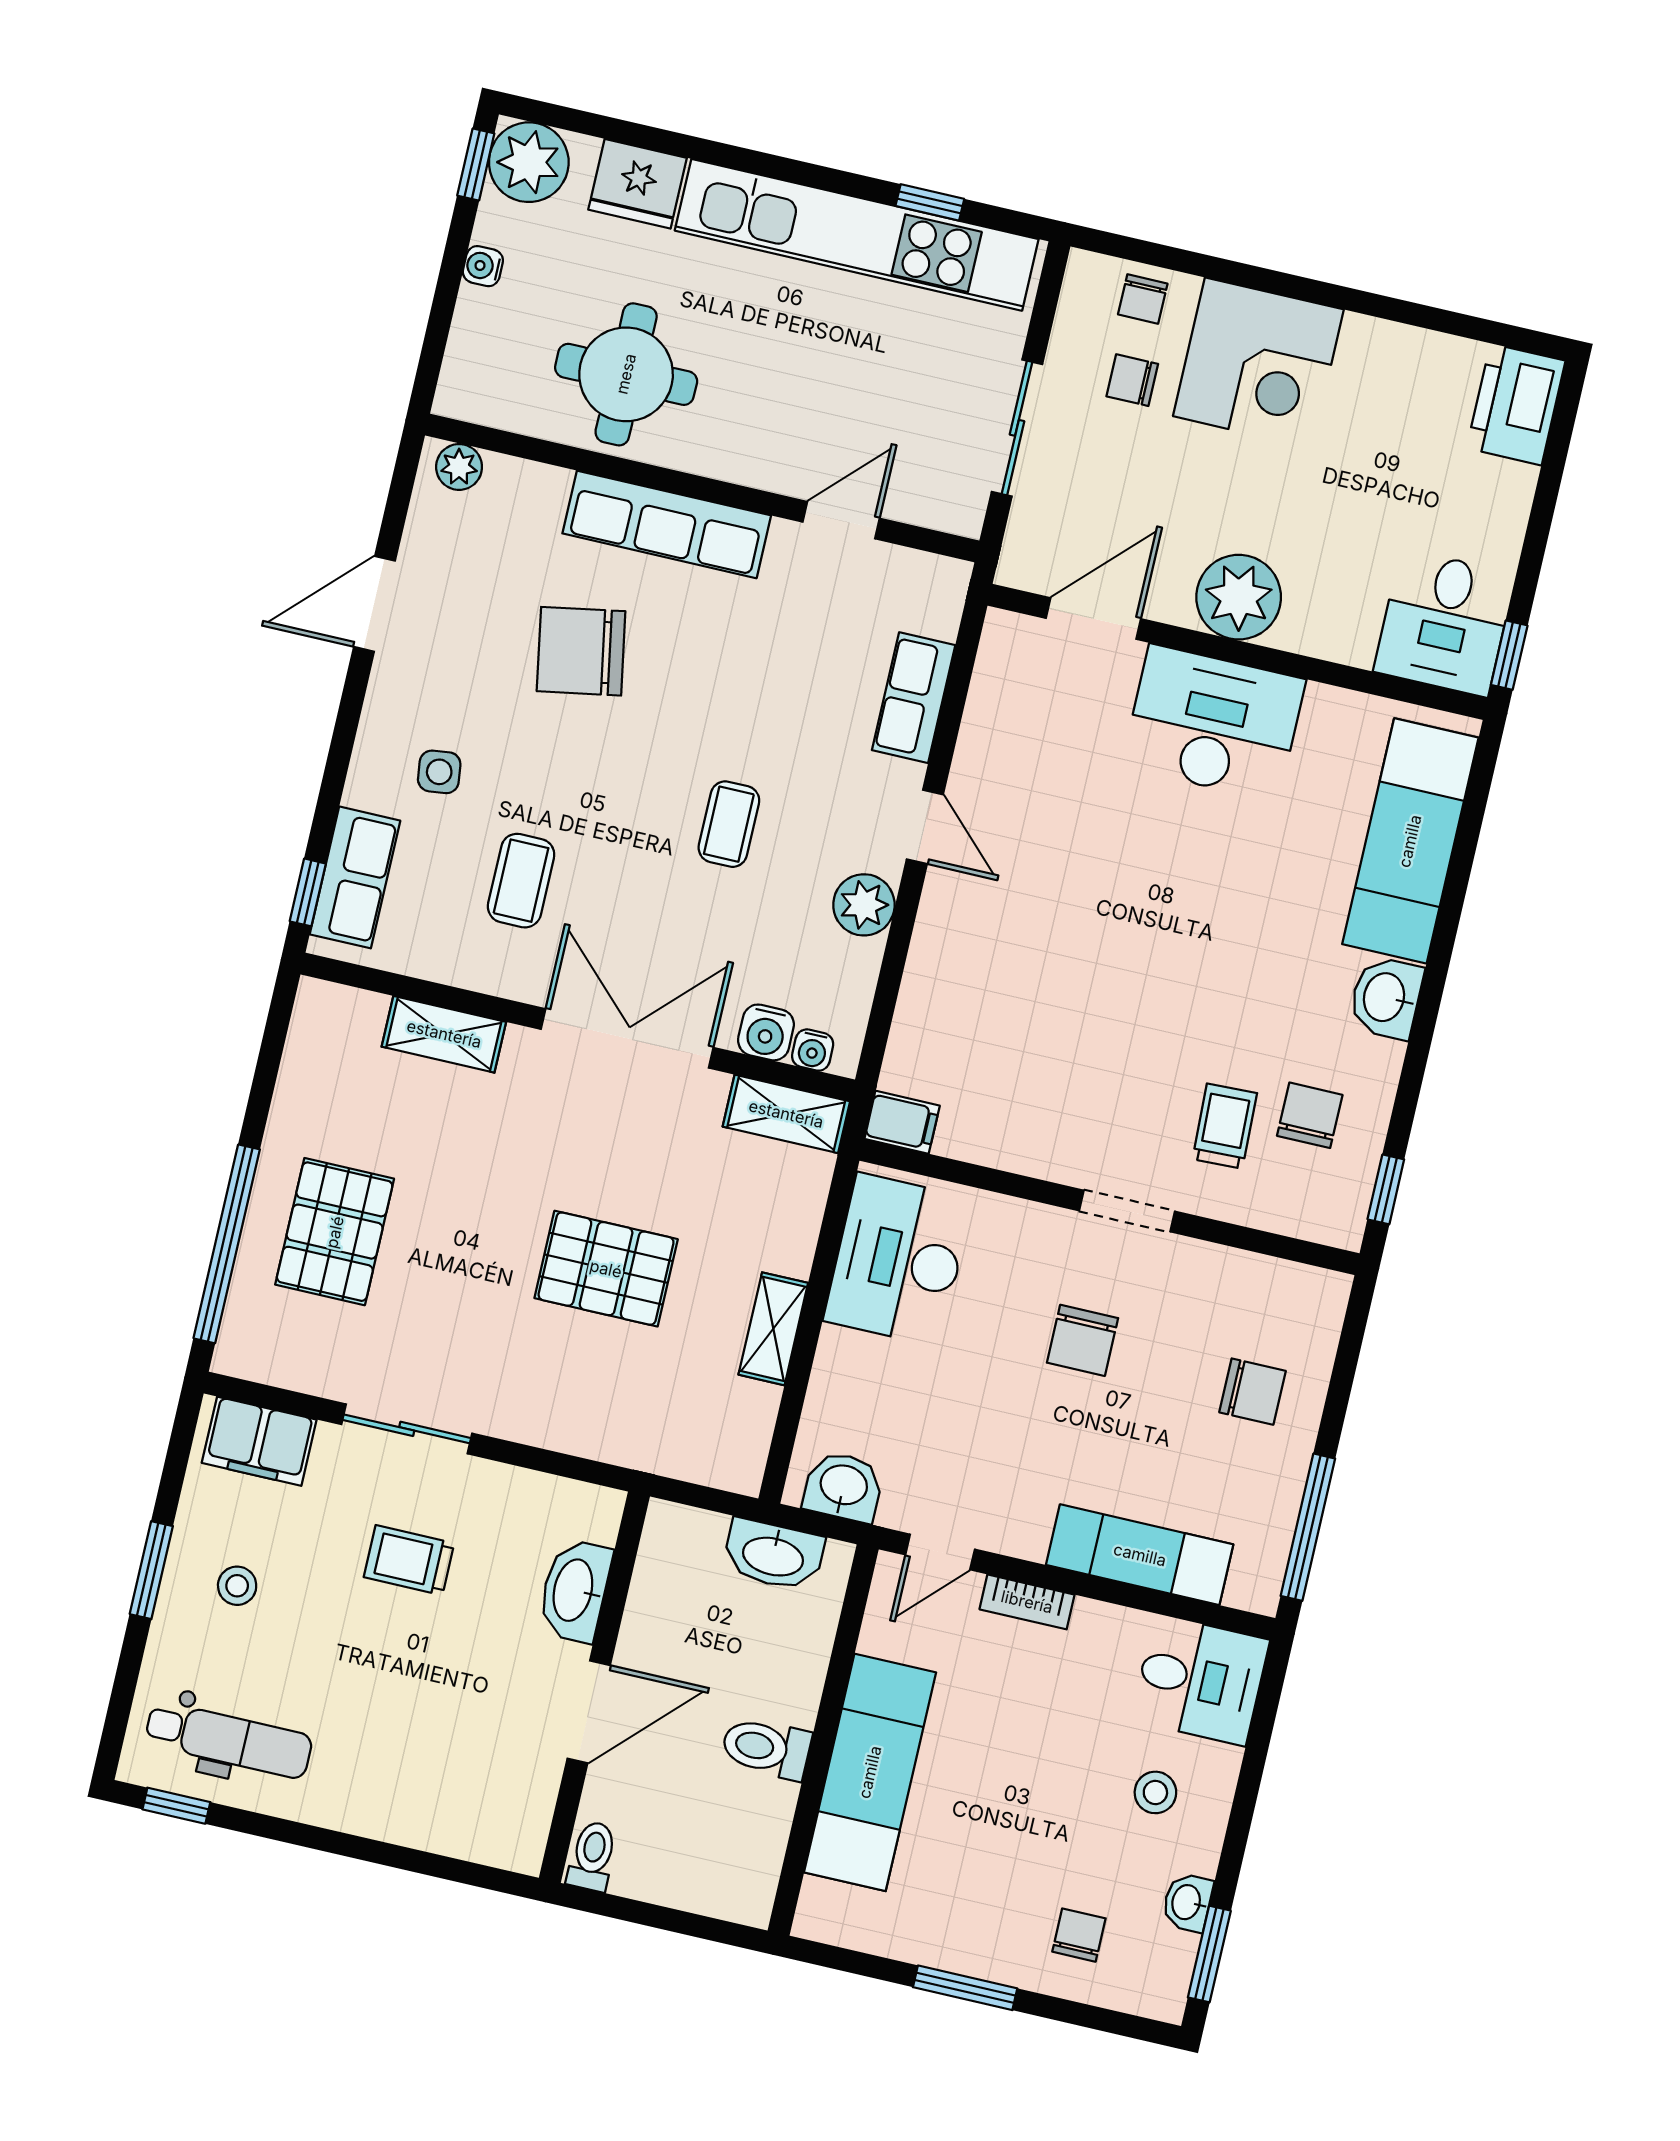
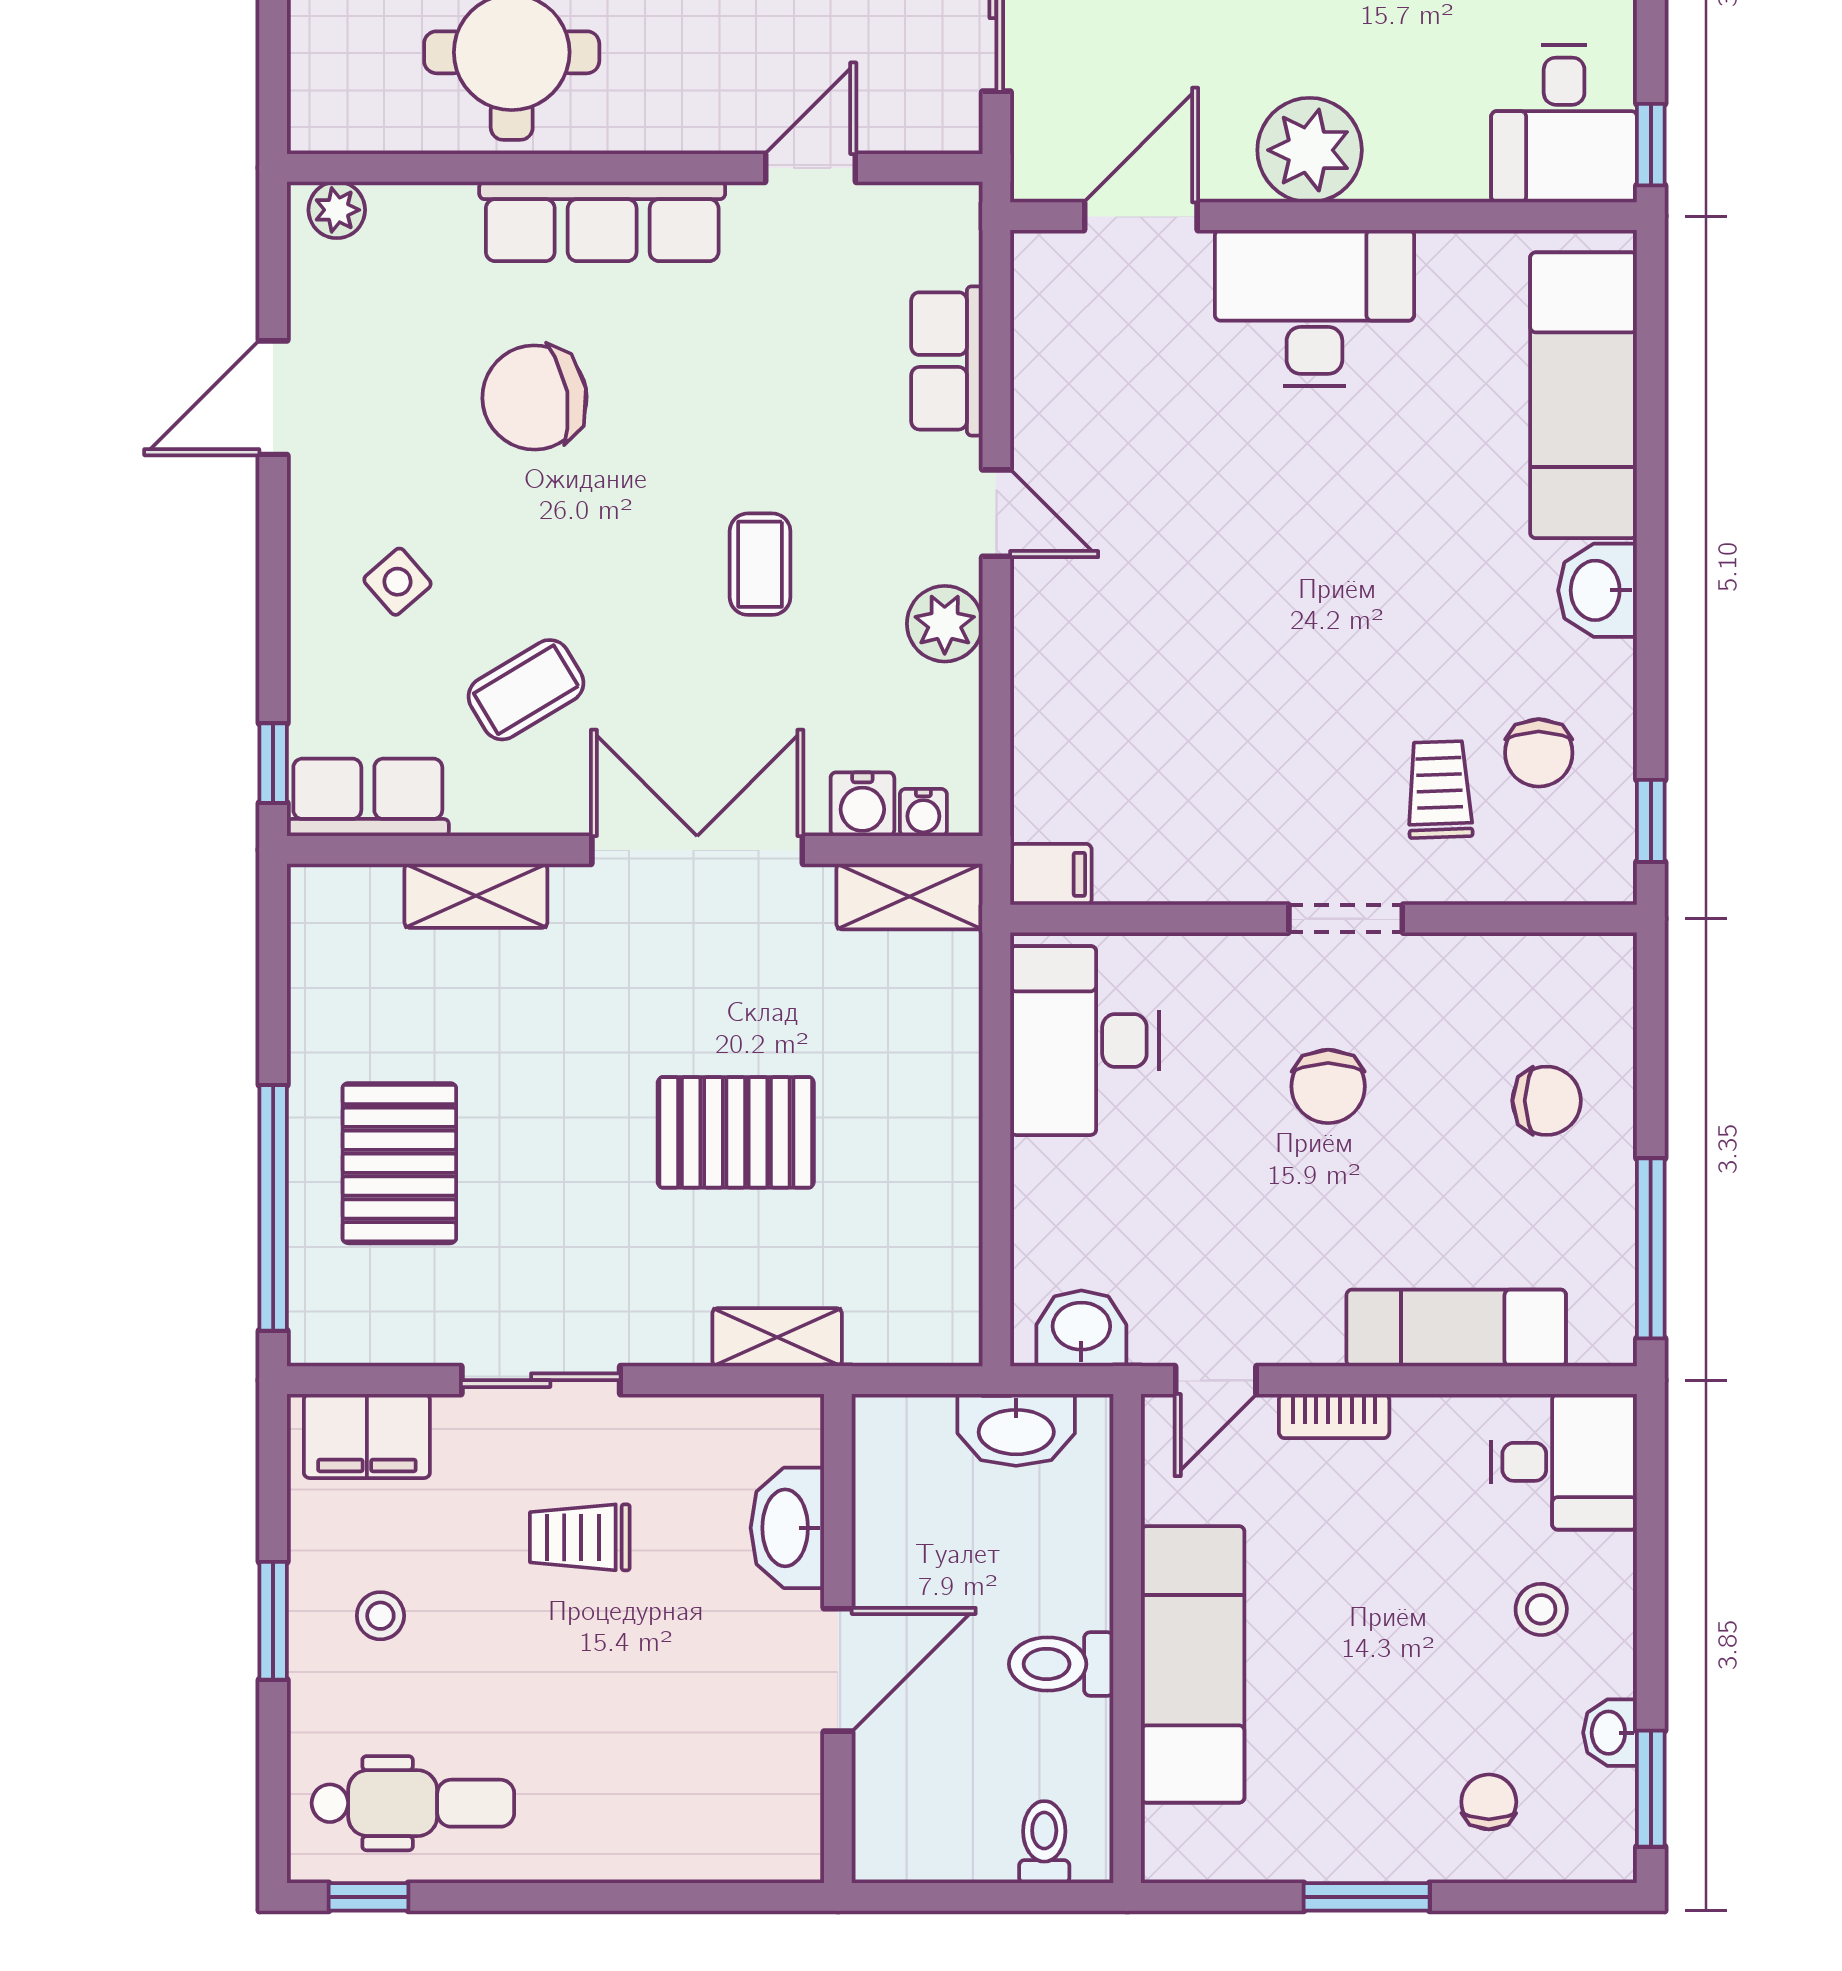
side table: (439, 772) -> (397, 582), turned -34
row of seats: (355, 877) -> (368, 797), moved, turned -90
coffee table: (521, 881) -> (526, 690), turned 59
chair: (1310, 1115) -> (1539, 753), turned 180
shelving: (773, 1329) -> (777, 1337), moved, turned 90
toilet: (592, 1856) -> (1044, 1842), moved

